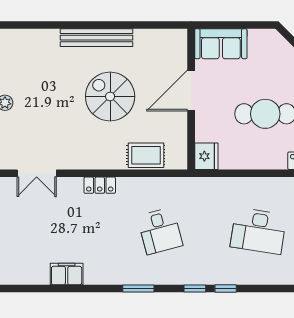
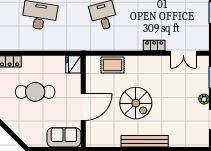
double door: (37, 173) -> (183, 53), swing flipped
locker: (100, 185) -> (154, 46), moved

